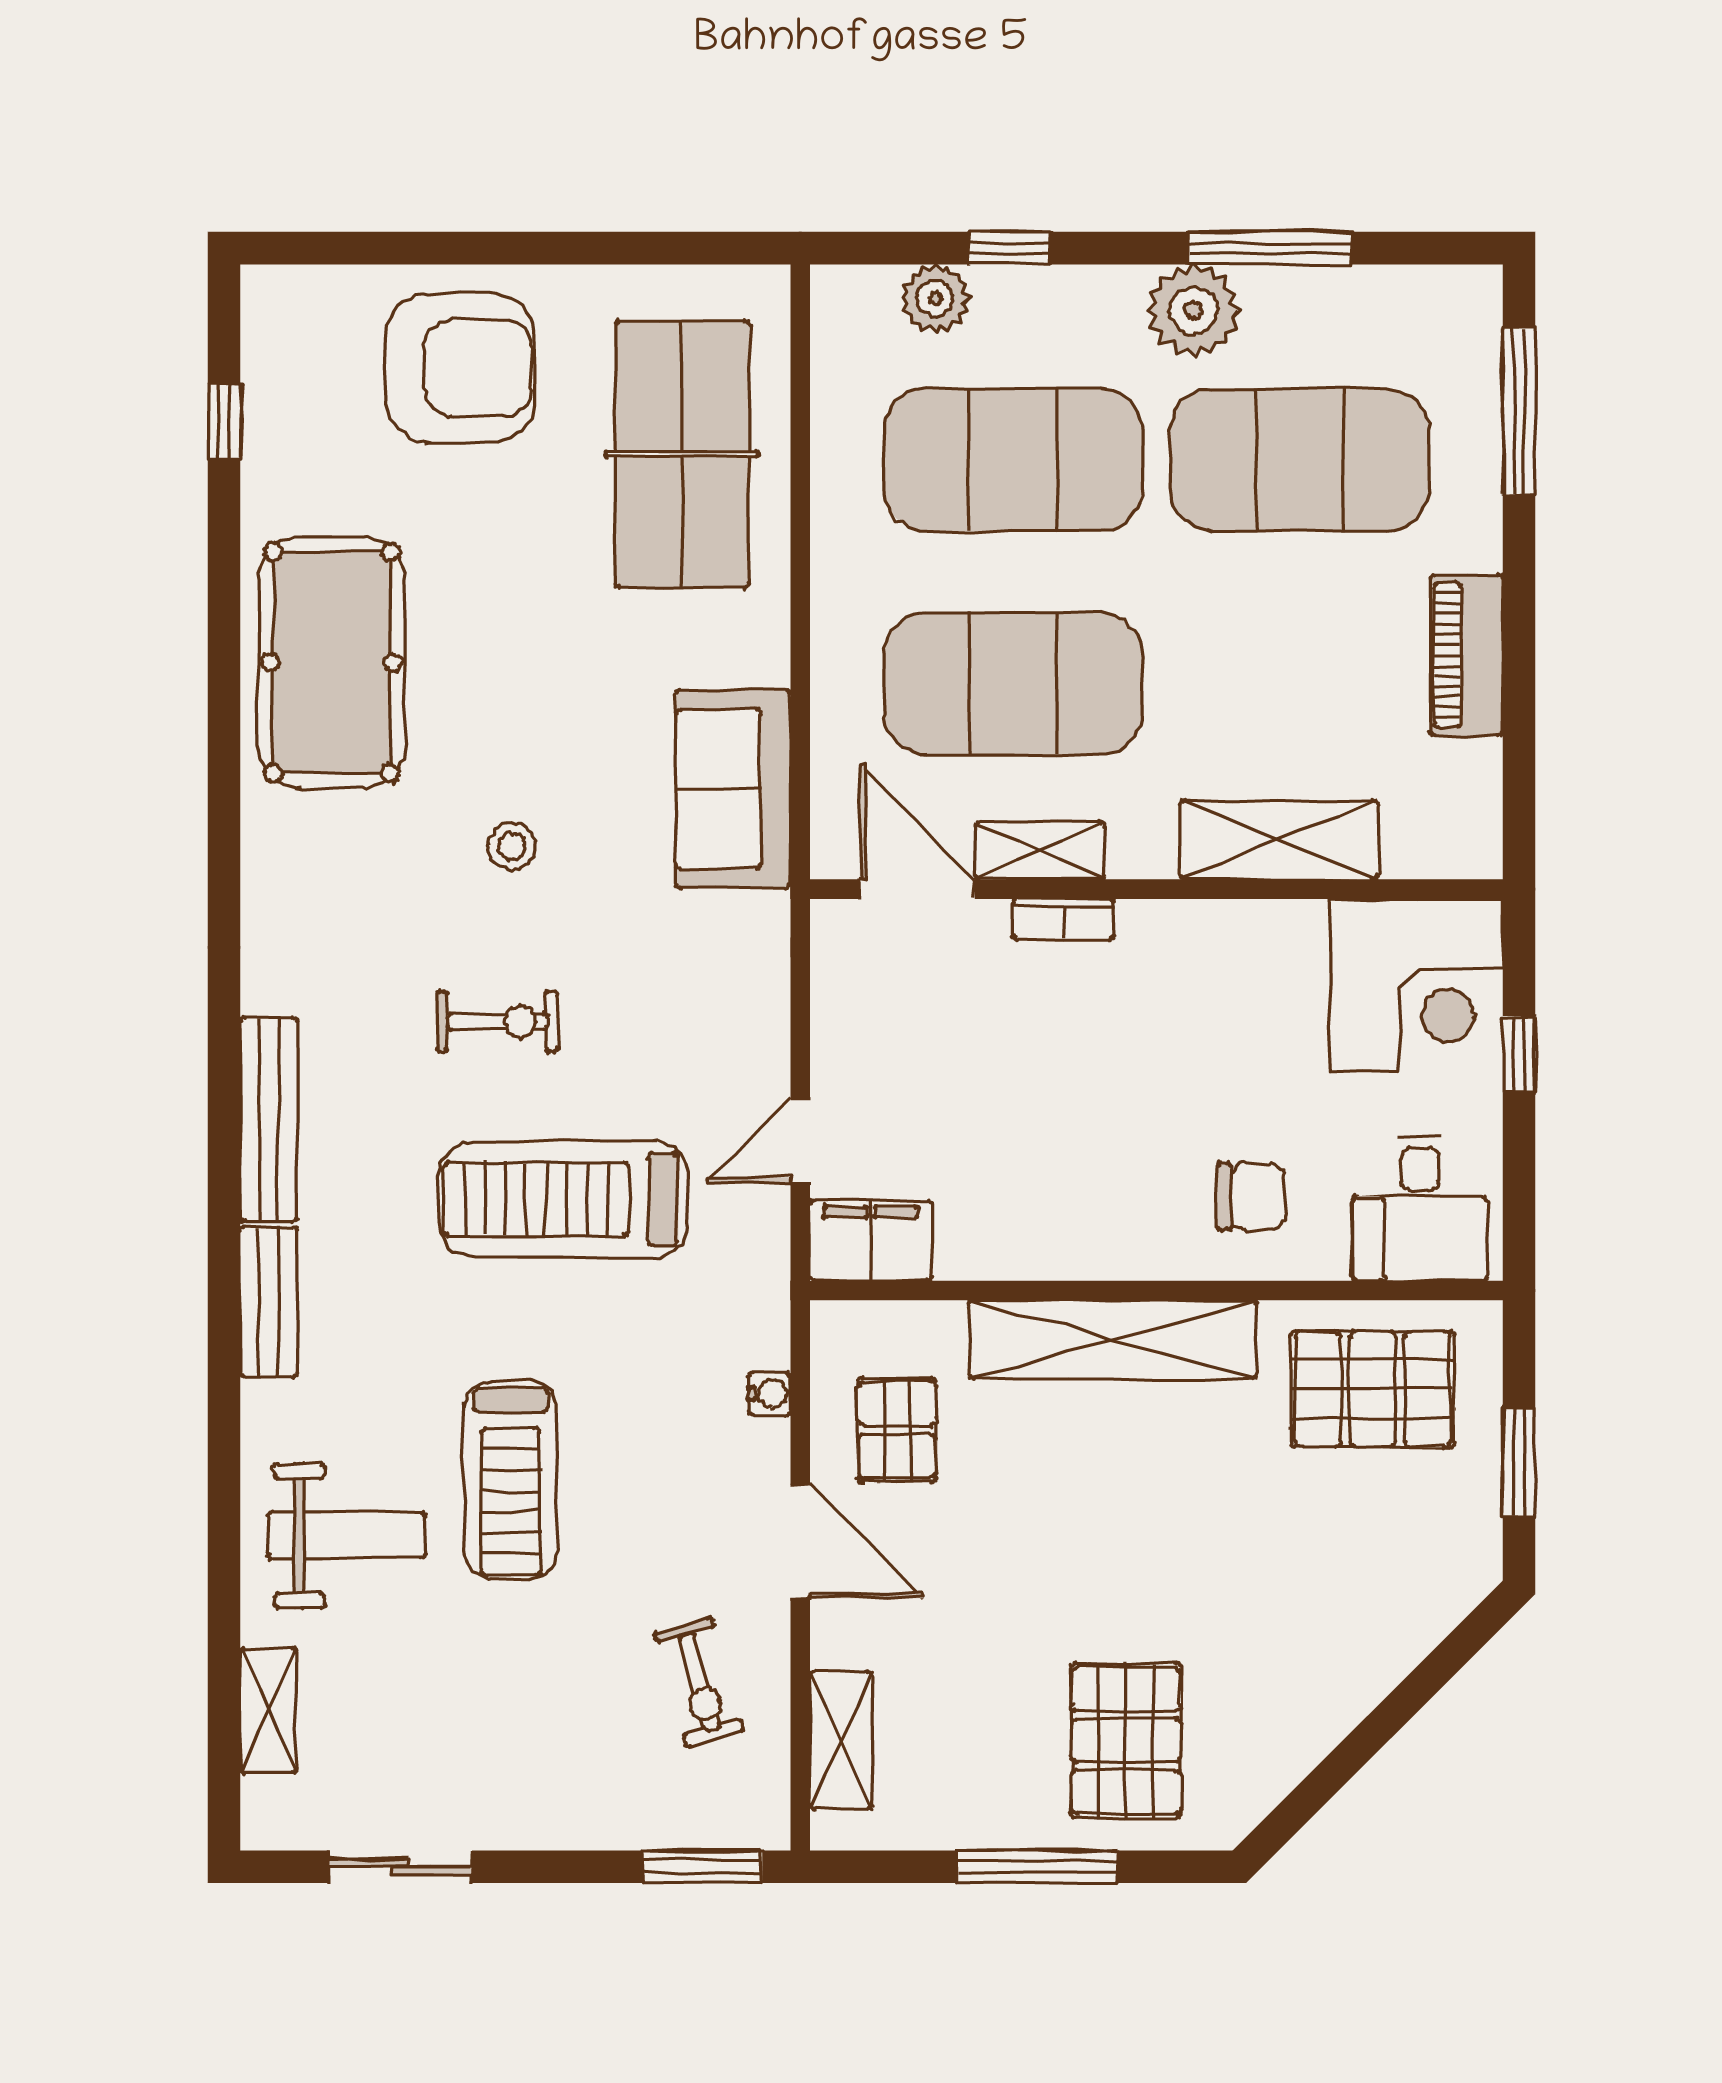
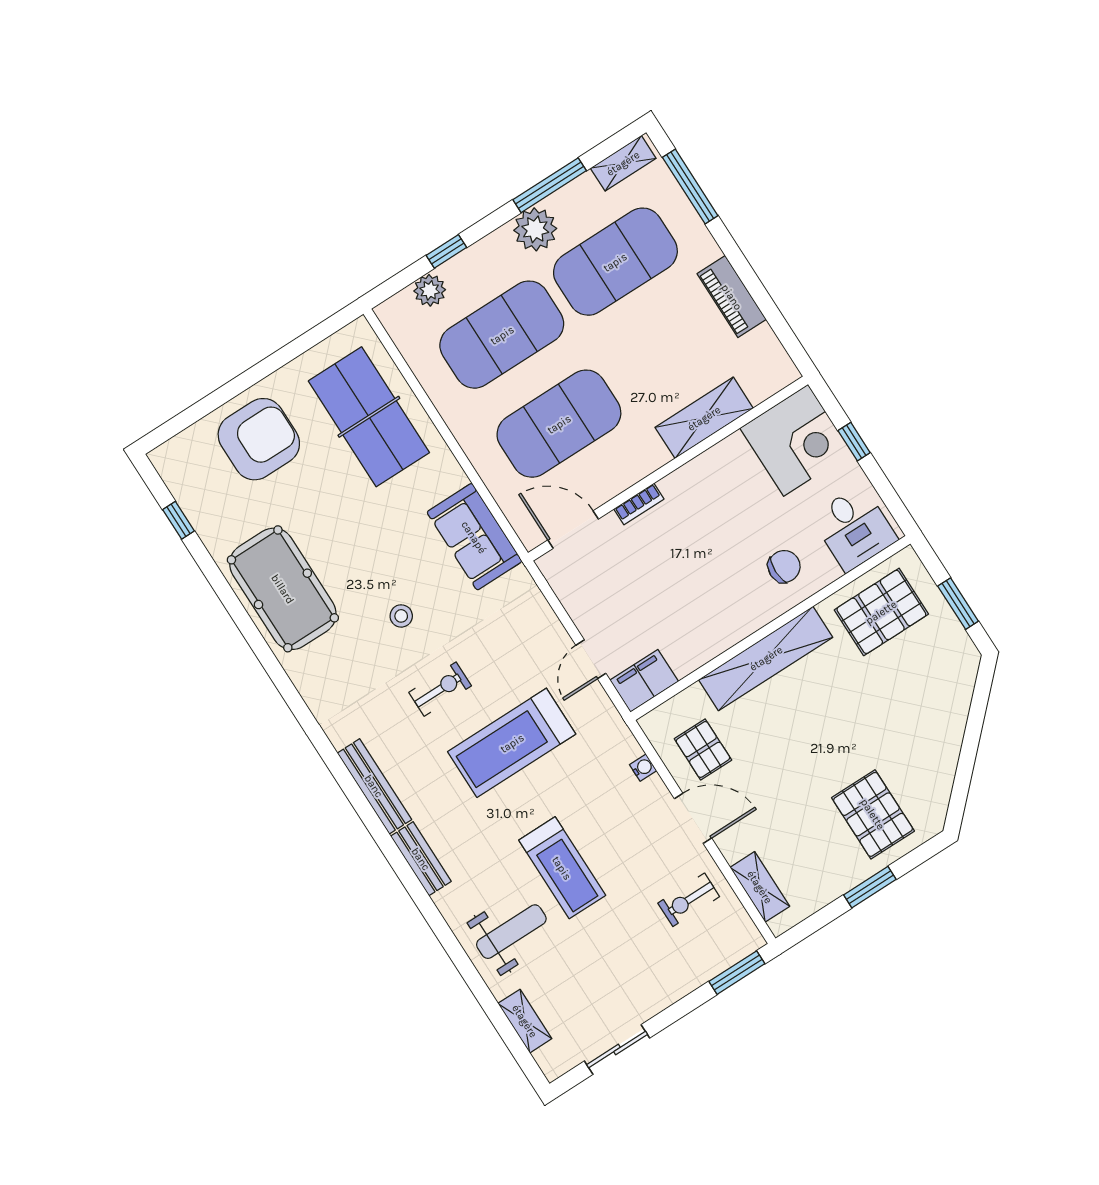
shelving: (1040, 850) -> (623, 163), moved
exercise bike: (699, 1682) -> (689, 900), turned 106
window: (1037, 1867) -> (870, 887), width x0.69

